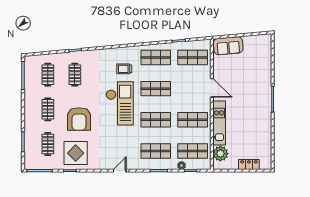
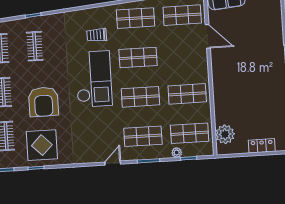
door: (212, 88) -> (208, 36), moved
kitchen unit: (219, 123) -> (221, 96), removed
door: (120, 171) -> (113, 163), moved

